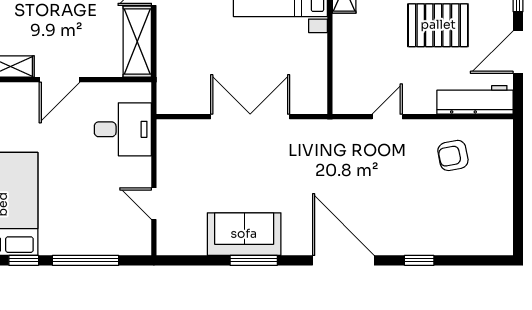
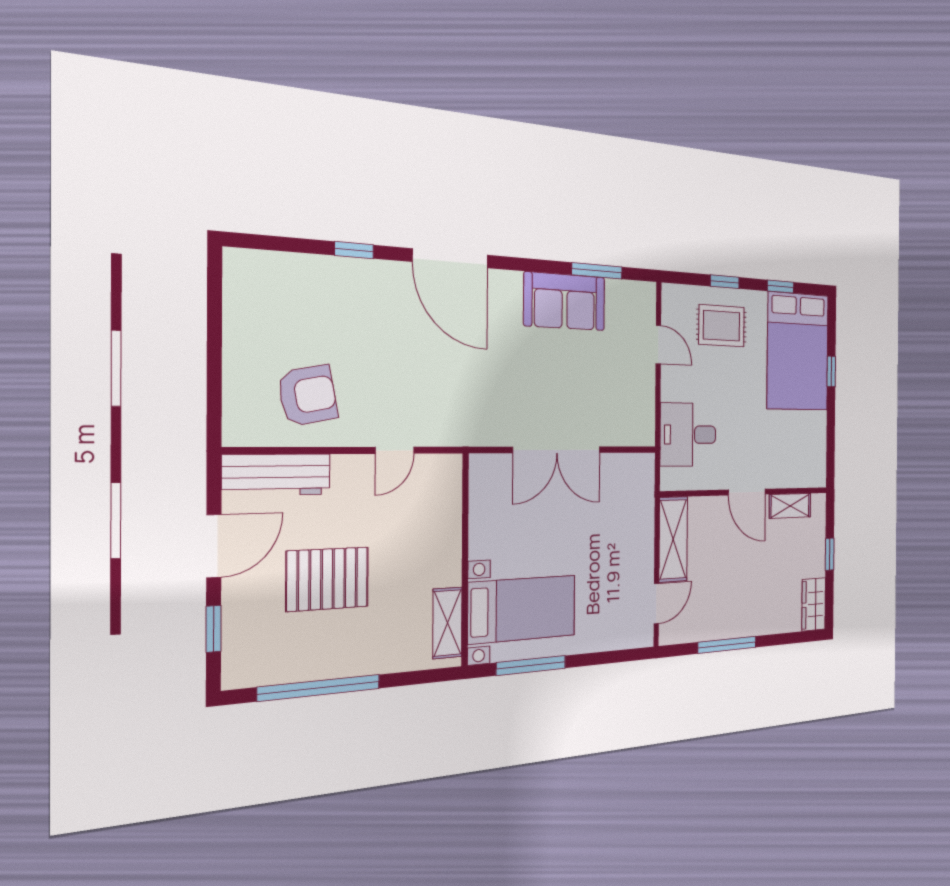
door: (59, 80) -> (747, 492), swing flipped
armchair: (453, 155) -> (308, 395), width x1.38, depth x1.38
rug: (89, 223) -> (722, 326), added
window: (85, 260) -> (725, 282), width x0.46
window: (254, 260) -> (597, 271), moved

